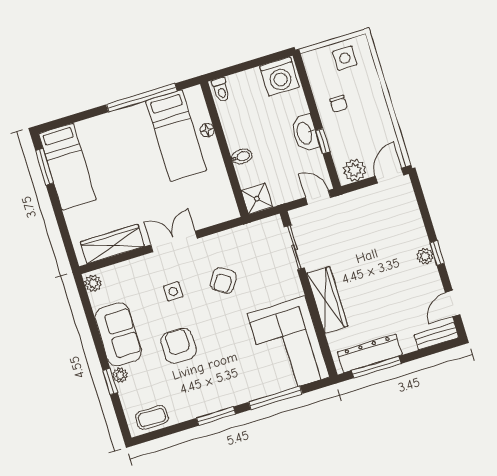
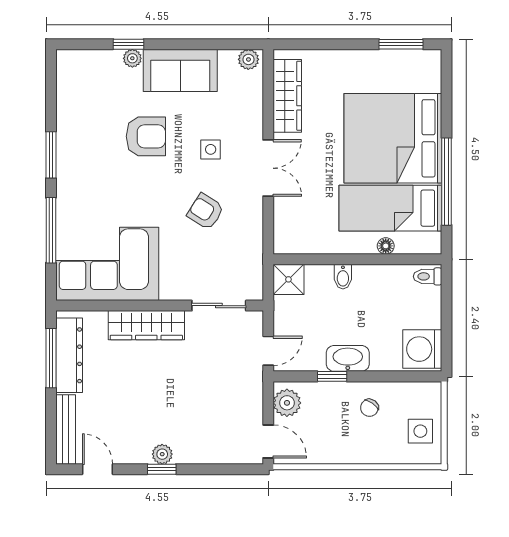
chair: (339, 104) -> (369, 408), turned -54
bed: (67, 167) -> (393, 138), moved, width x2.04
bench: (436, 336) -> (66, 429), width x1.36
coffee table: (152, 418) -> (72, 80), removed

